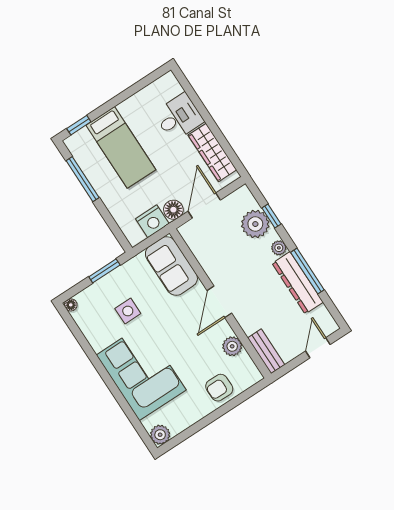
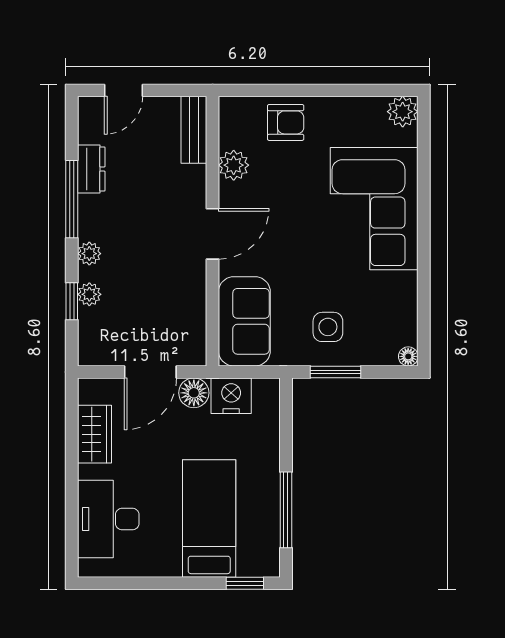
desk: (179, 117) -> (108, 519), width x1.37
wardrobe: (212, 152) -> (95, 434), width x0.67
plant: (255, 224) -> (89, 294), width x0.53, depth x0.53
dresser: (298, 283) -> (91, 169), width x0.51, depth x0.80
side table: (128, 311) -> (328, 327), moved

